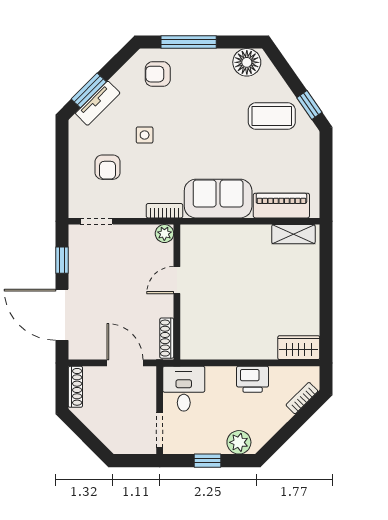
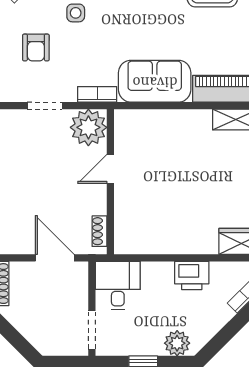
doorway: (97, 221) -> (45, 106), moved
plant: (164, 234) -> (88, 127), width x1.87, depth x1.87
shoe rack: (167, 338) -> (99, 231), width x0.70

